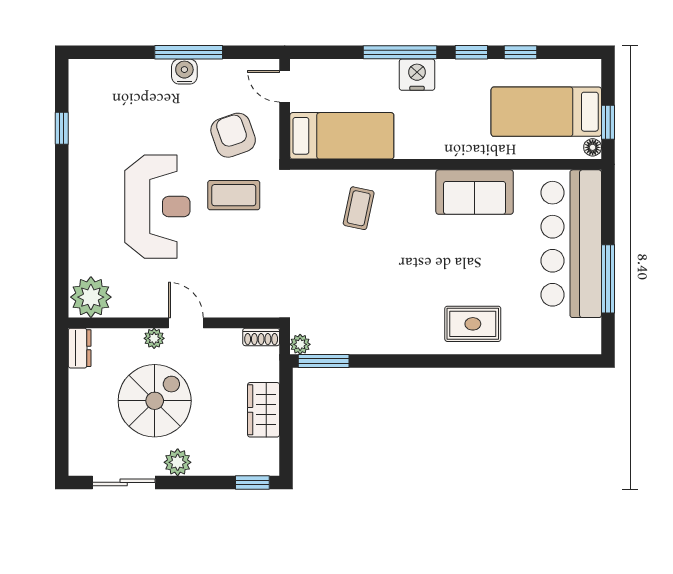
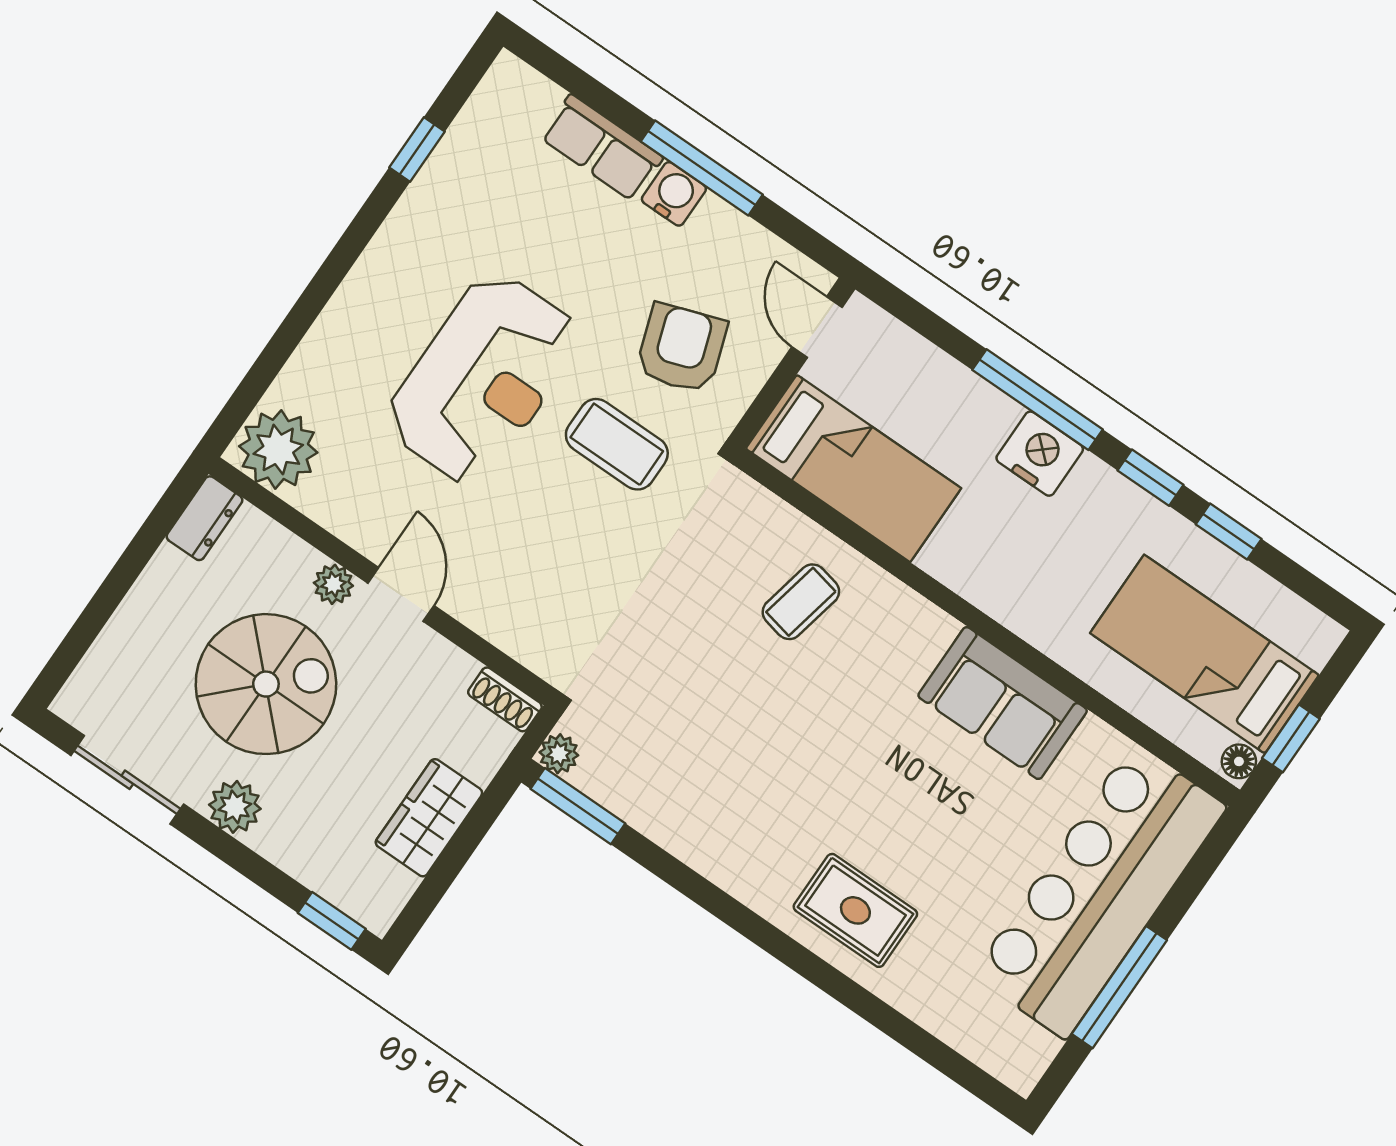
row of seats: (140, 73) -> (602, 148), added

